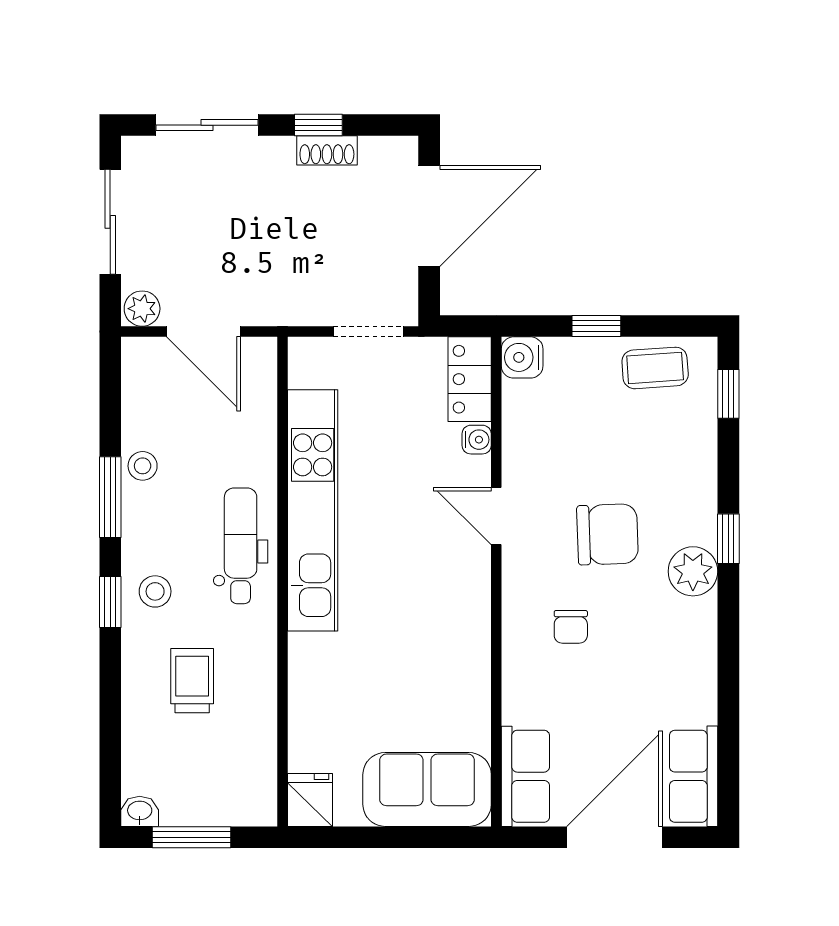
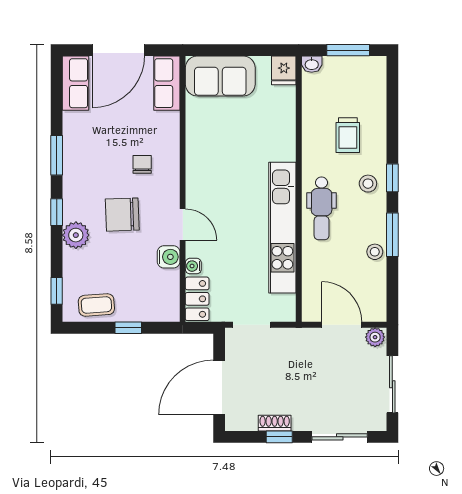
water cooler: (522, 357) -> (169, 257), moved
plant: (693, 571) -> (76, 235), moved
window: (728, 644) -> (57, 155), added
washbasin: (140, 811) -> (312, 64), moved

